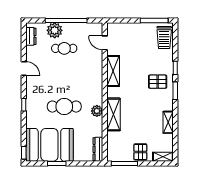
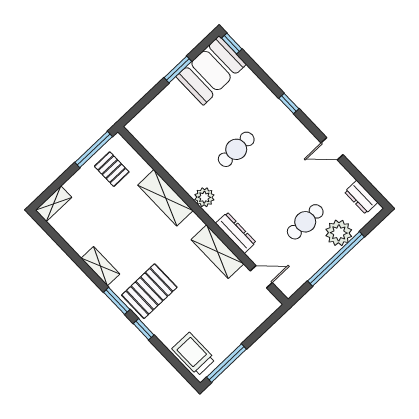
pallet: (158, 82) -> (149, 291), width x1.50, depth x1.42
cafe table: (64, 107) -> (236, 149), width x0.73, depth x0.74
plant: (97, 111) -> (204, 197), moved
shelving: (168, 122) -> (100, 266), moved
booth: (49, 145) -> (211, 70), width x0.73, depth x0.70
dresser: (98, 149) -> (236, 233), moved
pallet: (140, 152) -> (112, 169), moved

